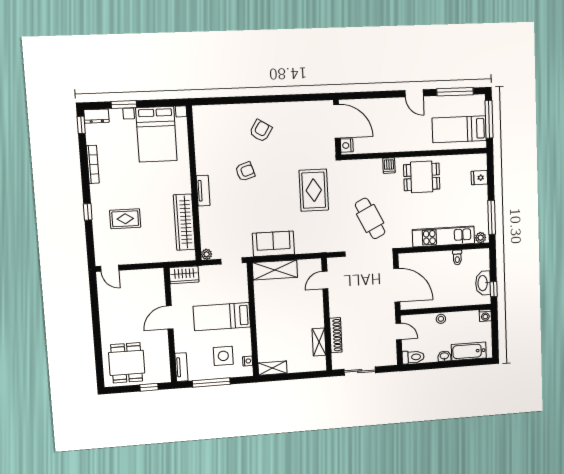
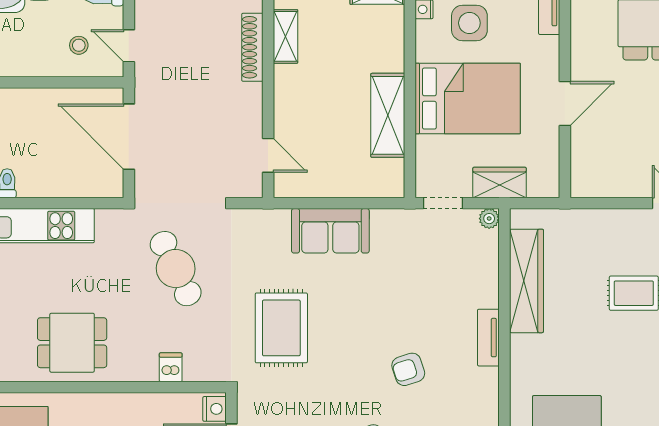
dishwasher: (389, 166) -> (171, 367), moved
sofa: (273, 244) -> (330, 231), moved
shelving: (275, 270) -> (388, 115), moved, turned 90
wardrobe: (184, 275) -> (500, 182), moved
door: (325, 280) -> (268, 155), hinge flipped
bed: (222, 317) -> (468, 99), width x1.50
stool: (441, 319) -> (79, 45), moved

